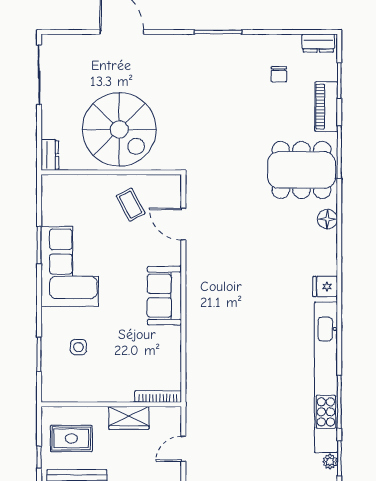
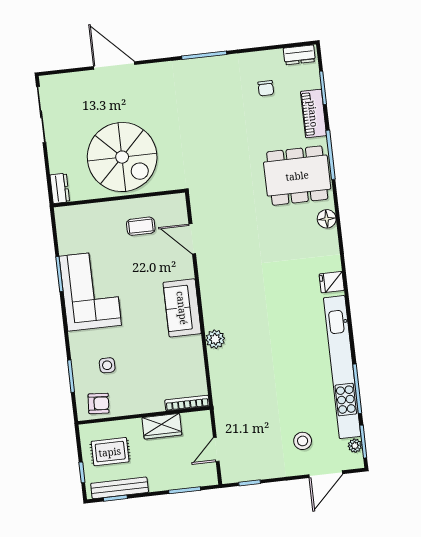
coffee table: (131, 205) -> (141, 226), turned -62
plant: (196, 333) -> (215, 339), added
armchair: (65, 386) -> (99, 403), added
stool: (275, 450) -> (303, 441), added

